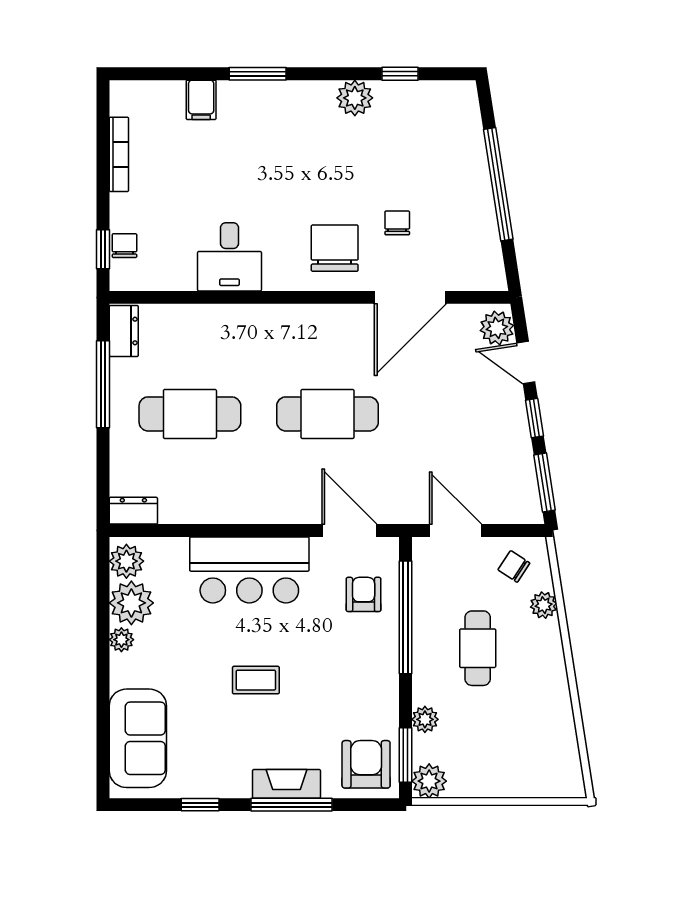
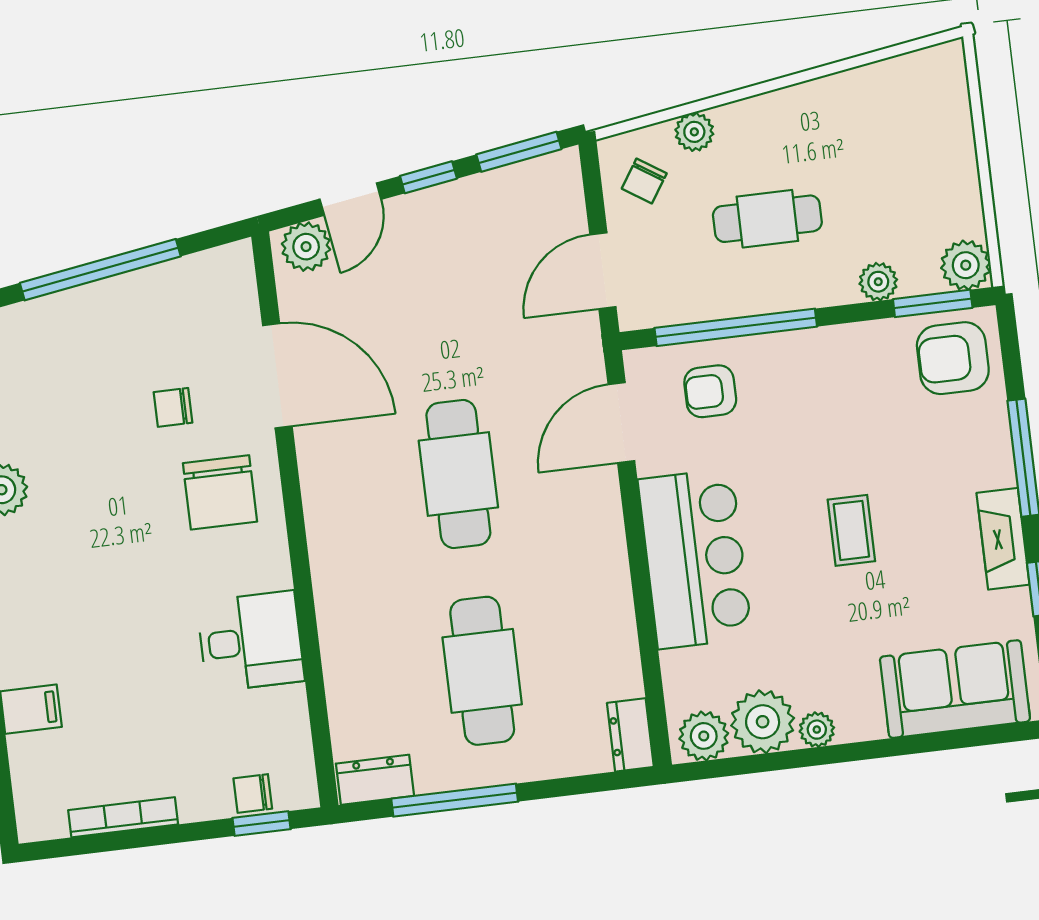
chair: (335, 248) -> (220, 492), turned -90
fireplace: (287, 784) -> (1003, 539), moved

